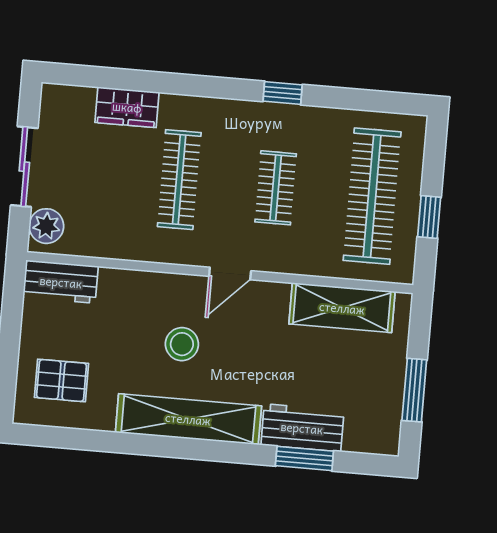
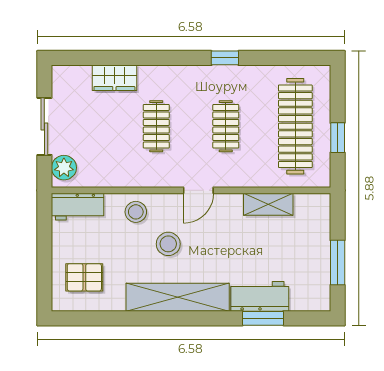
clothes rail: (179, 180) -> (156, 126), width x0.73
stool: (141, 296) -> (136, 212), added
shelving: (342, 308) -> (268, 204), width x0.67, depth x0.75

